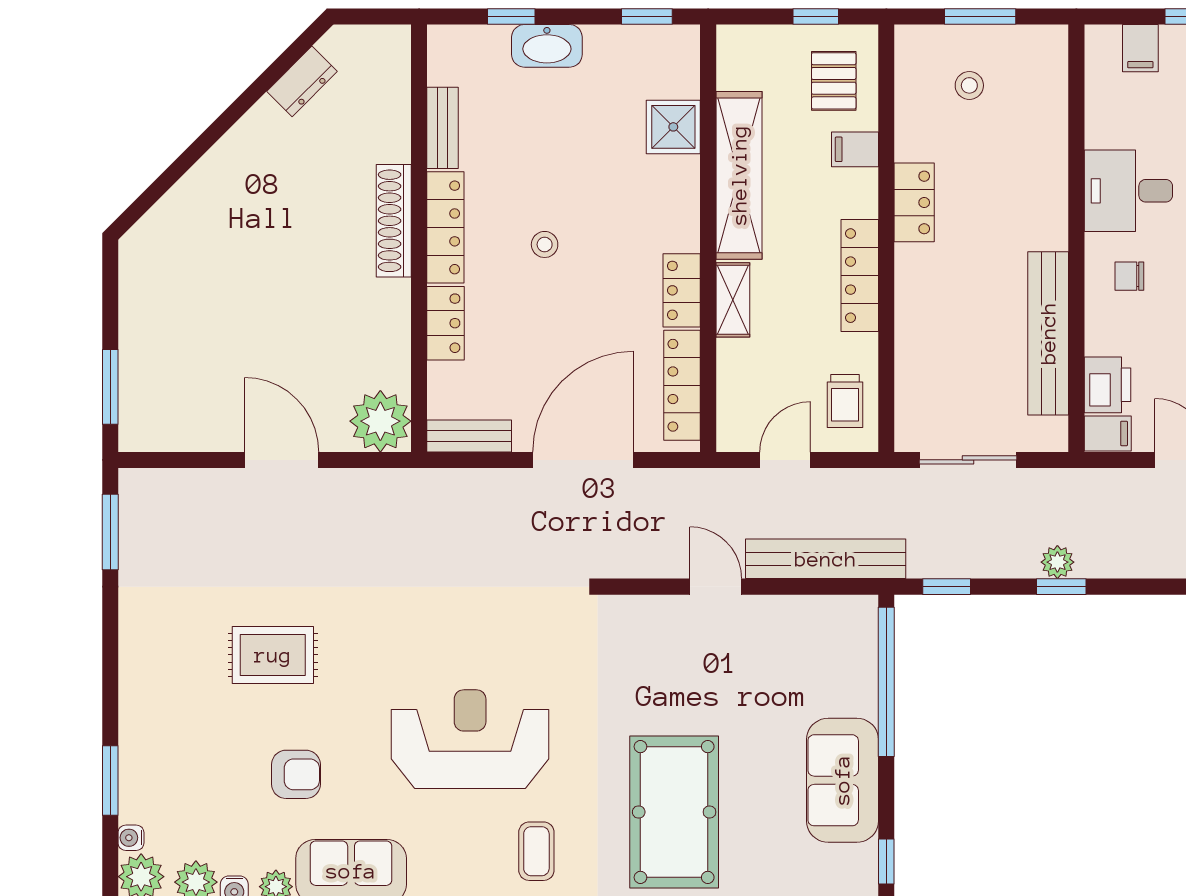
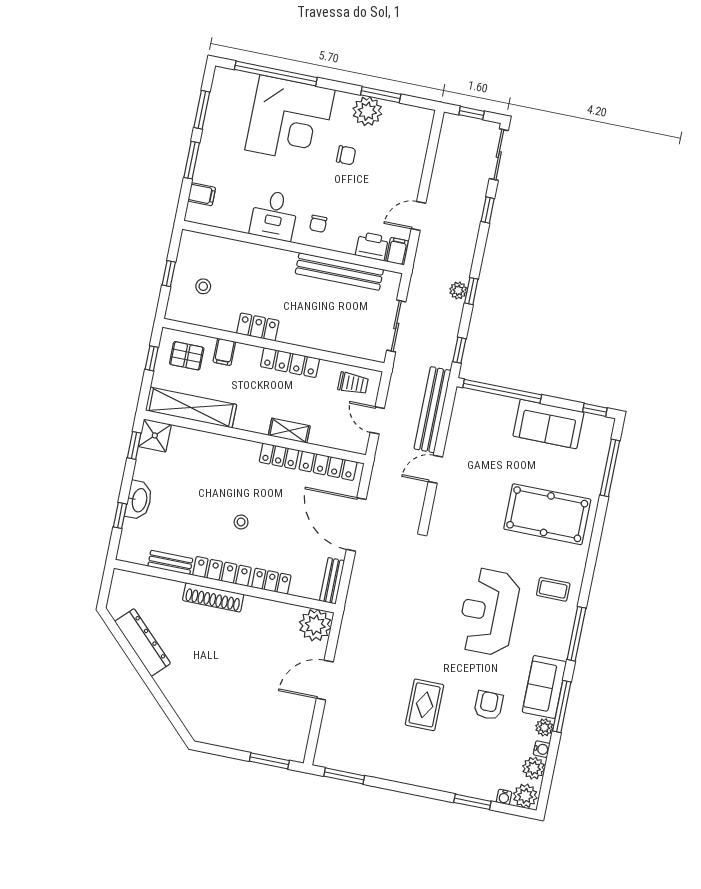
window: (980, 16) -> (169, 274), width x0.67
dresser: (302, 81) -> (143, 642), width x1.96, depth x1.24
shower: (673, 127) -> (155, 435), moved
shelving: (739, 175) -> (191, 408), moved

